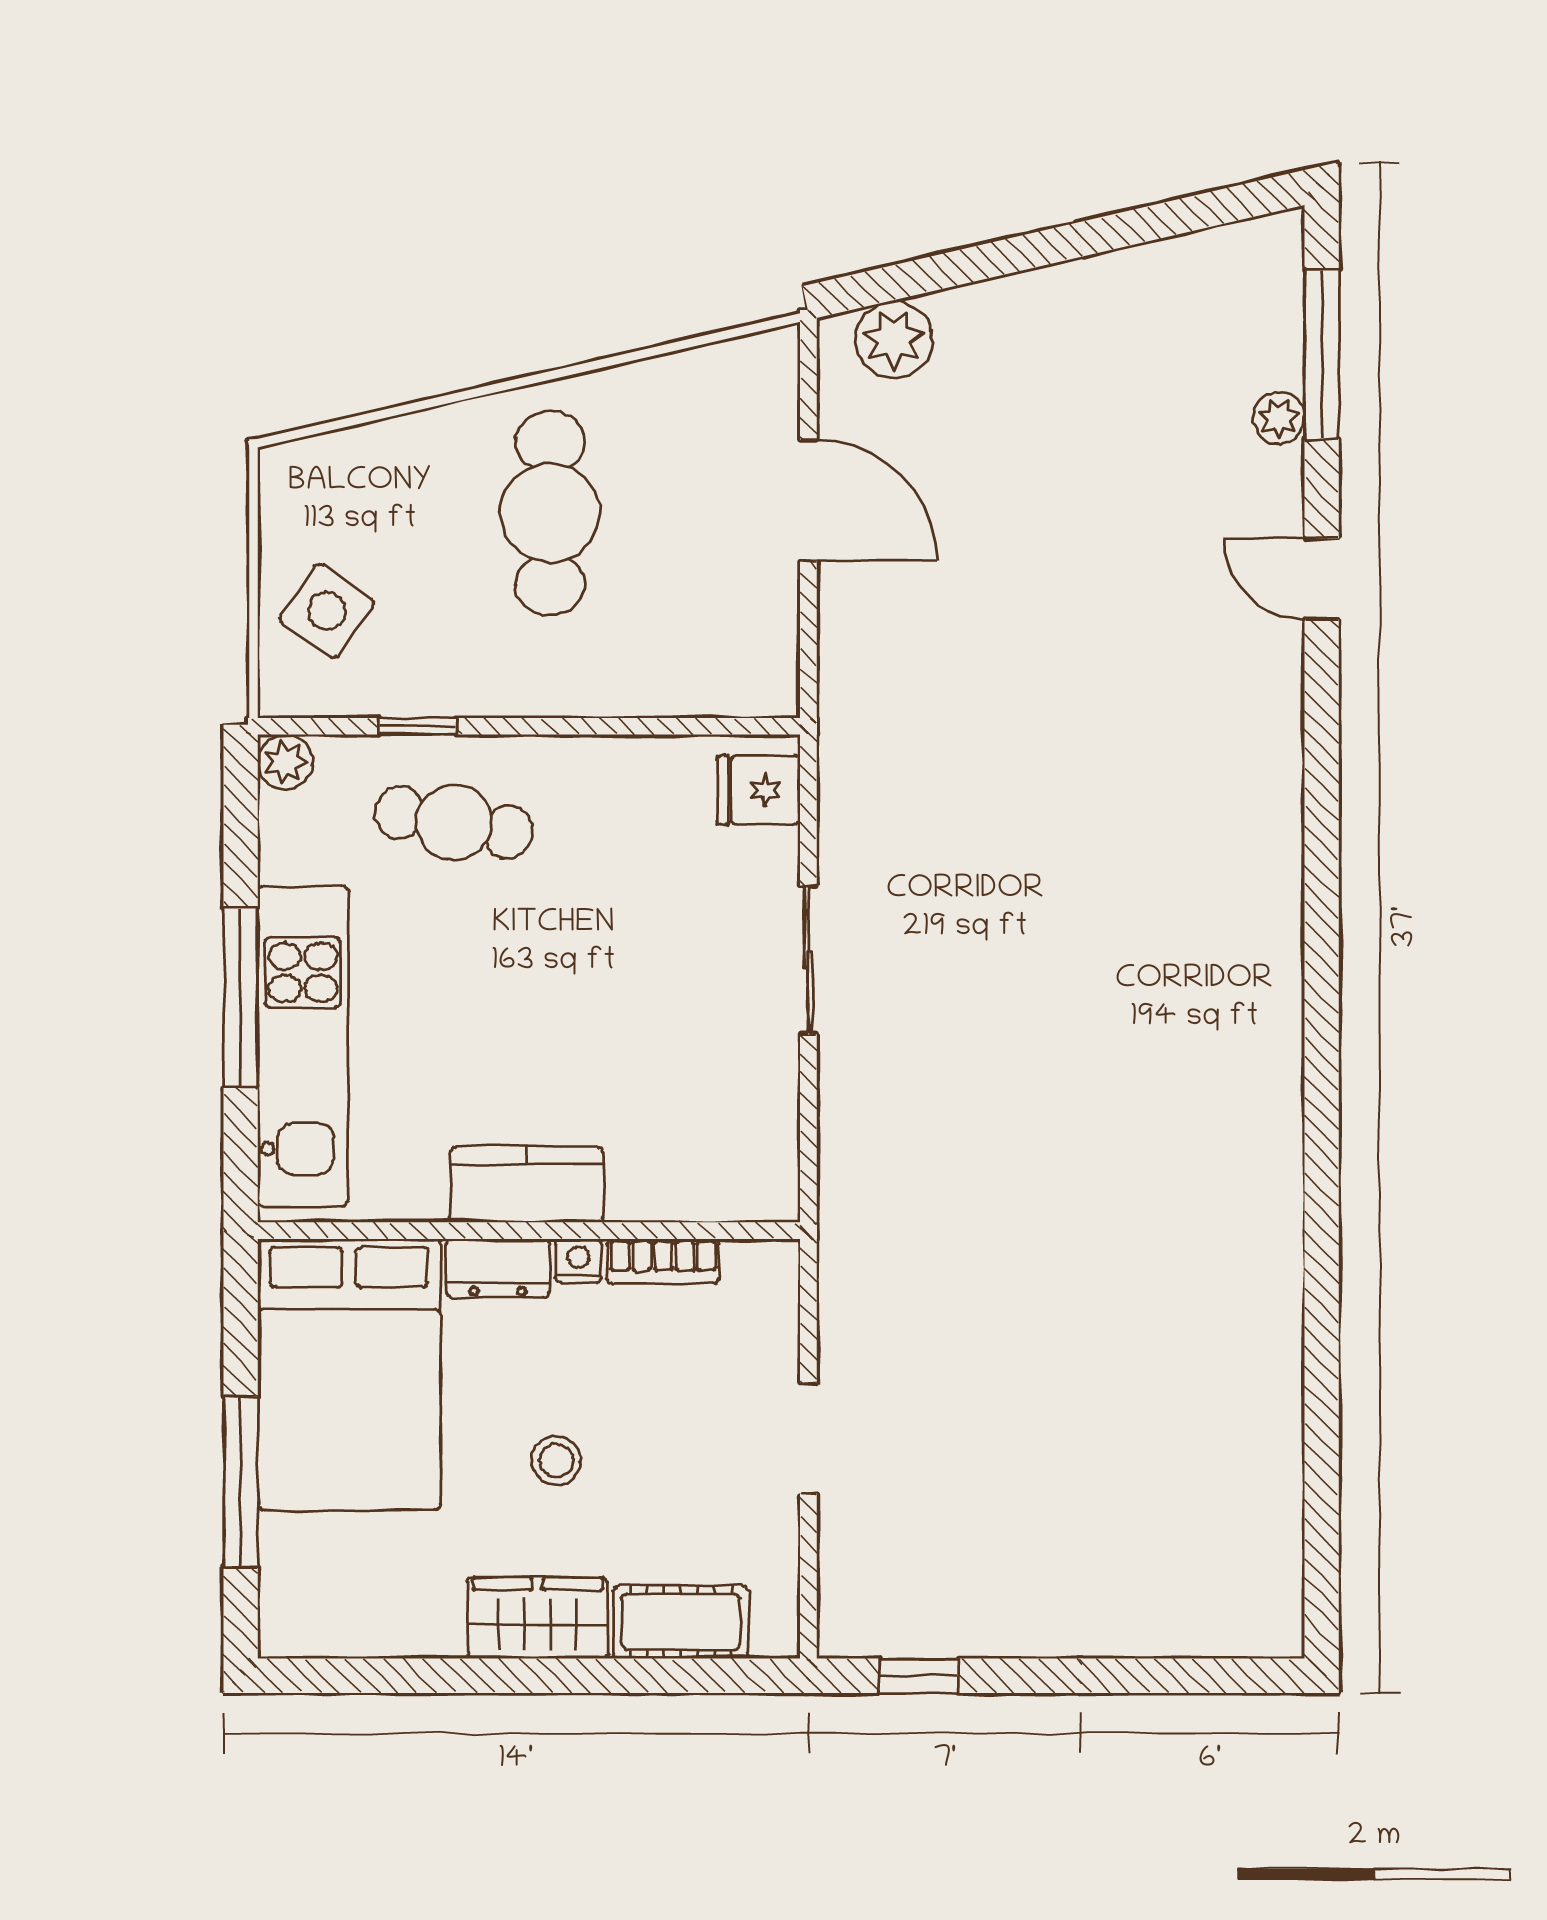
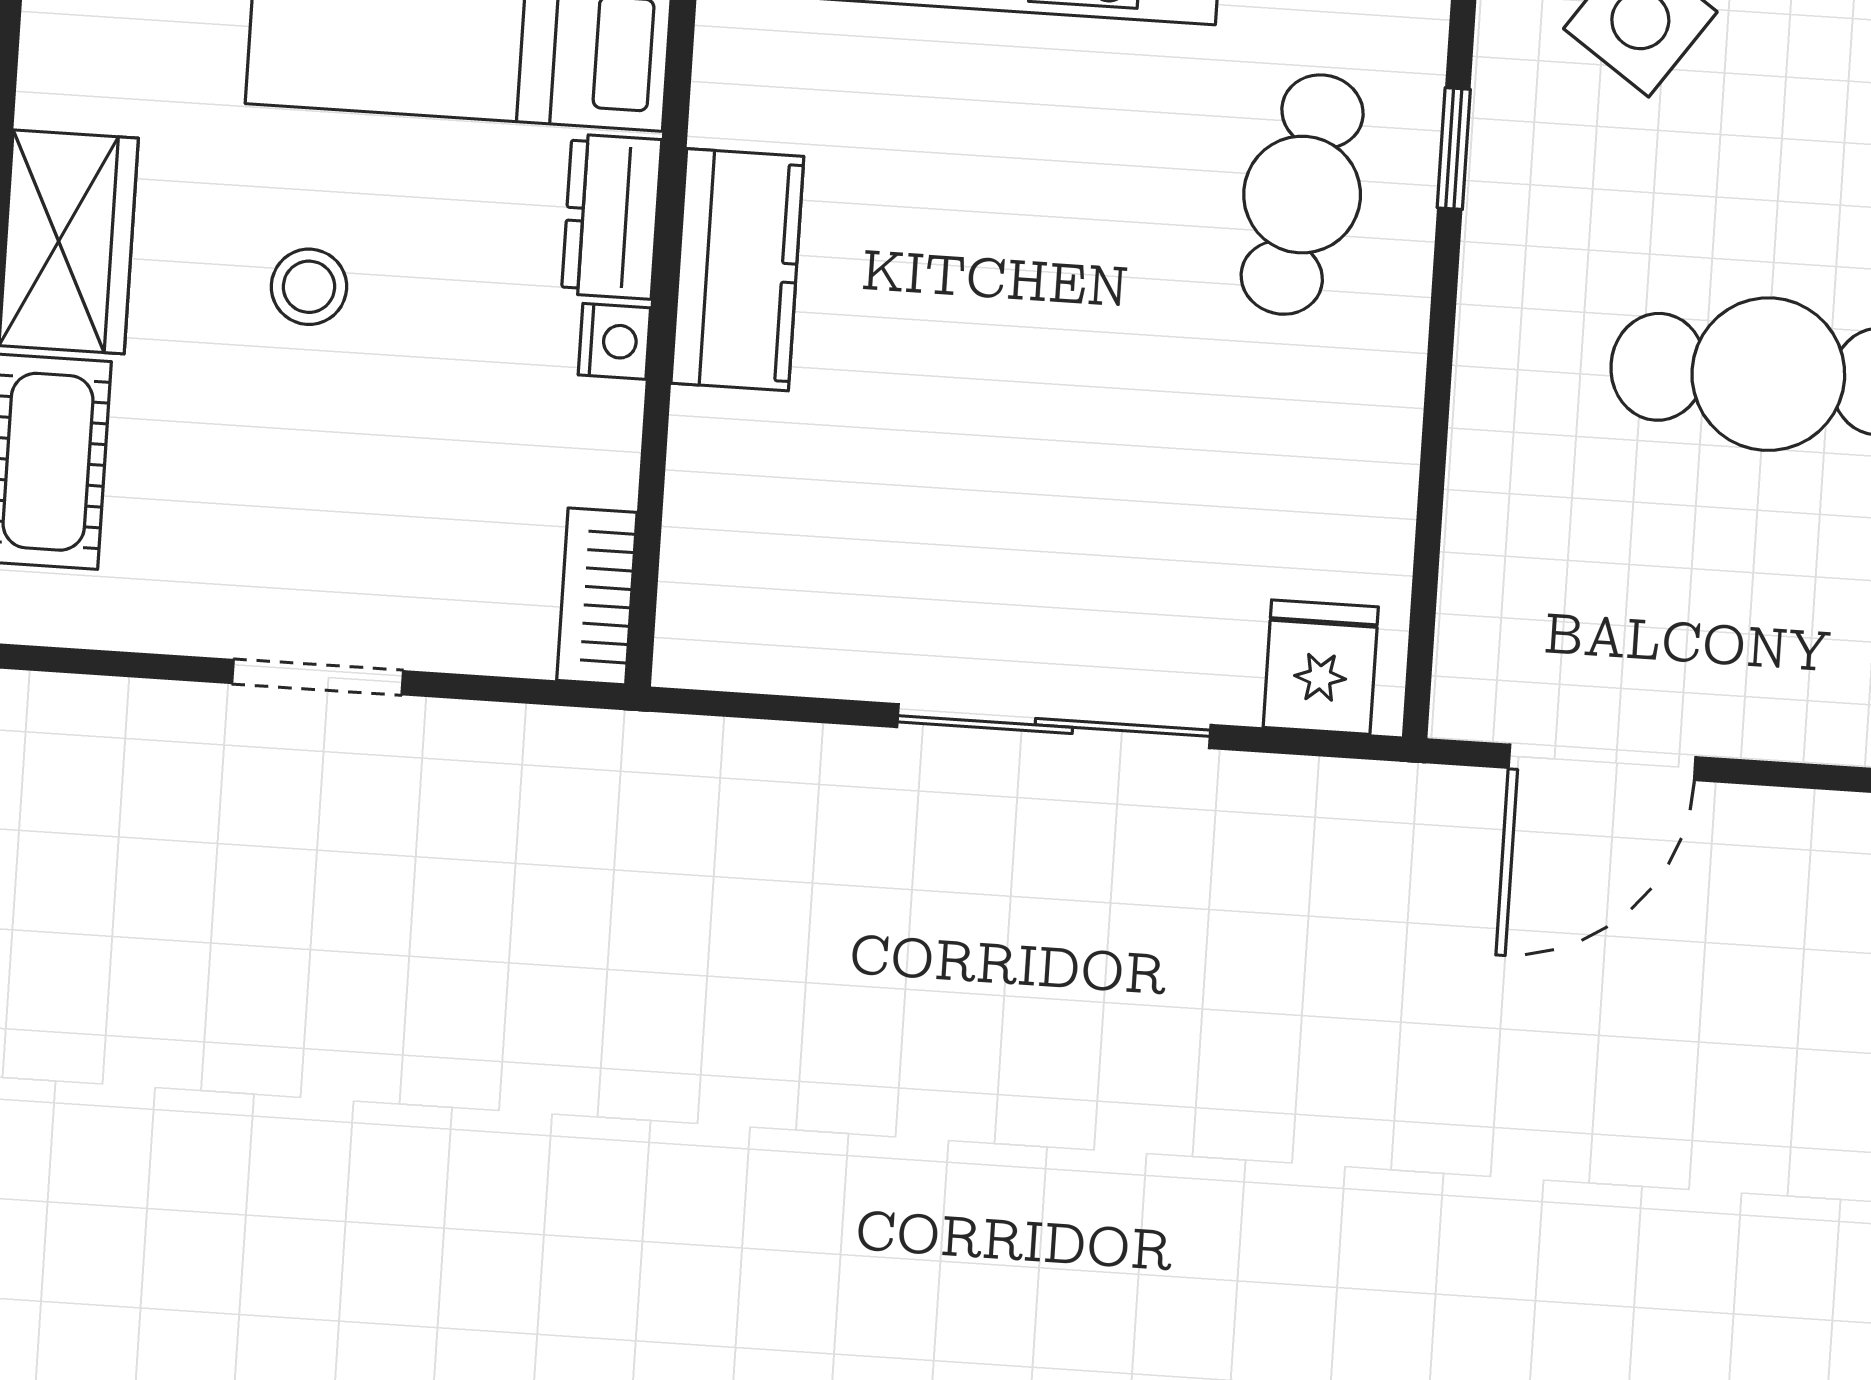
door: (808, 500) -> (1602, 762), moved
sliding door: (808, 960) -> (1054, 726), width x1.37
bookcase: (663, 1261) -> (597, 596), moved

